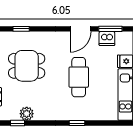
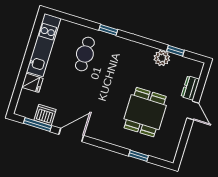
dining table: (27, 66) -> (145, 112), turned 90
cafe table: (79, 77) -> (85, 54), moved, width x0.73, depth x0.74

